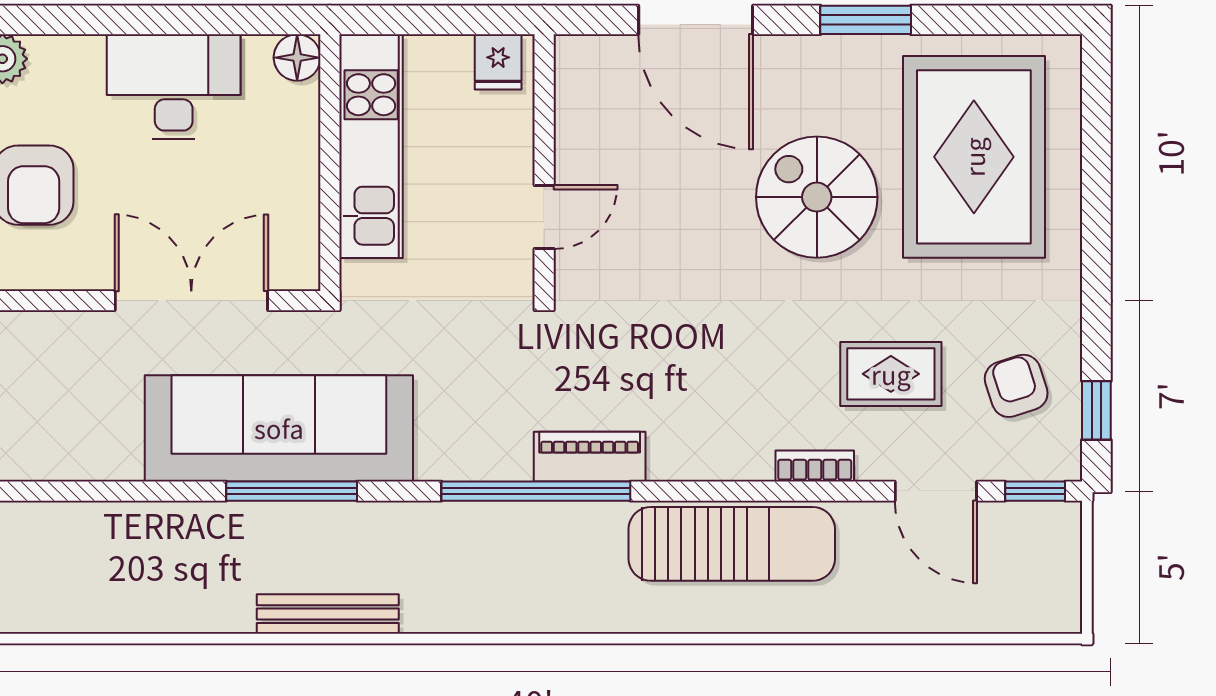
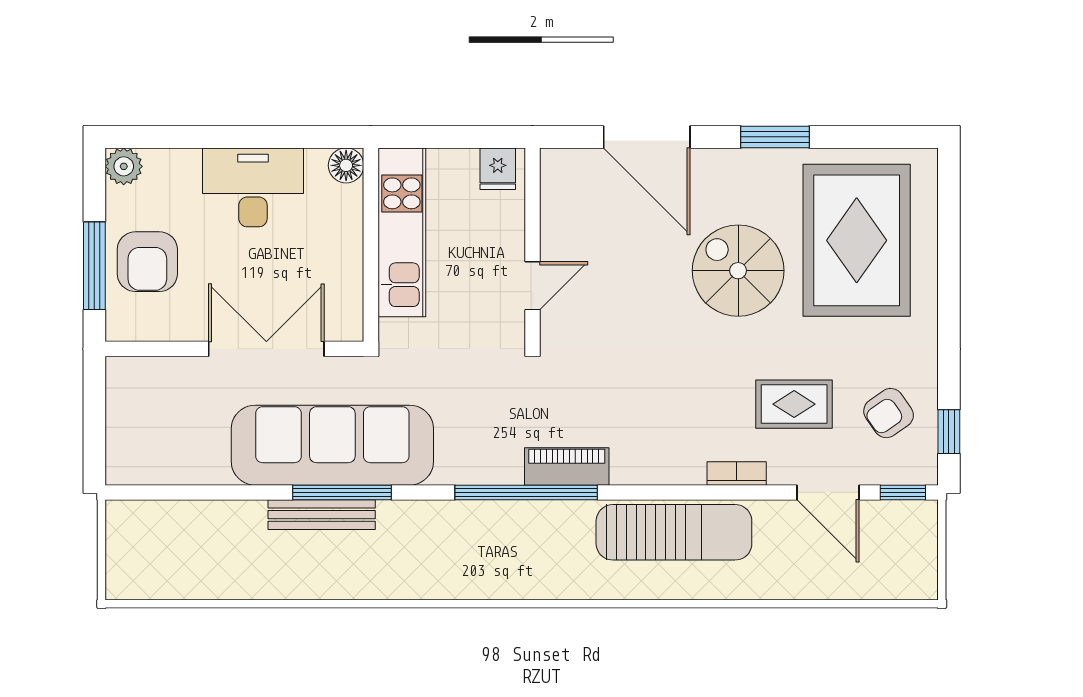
armchair: (1016, 386) -> (889, 413), turned -107
bench: (328, 614) -> (322, 515), moved

